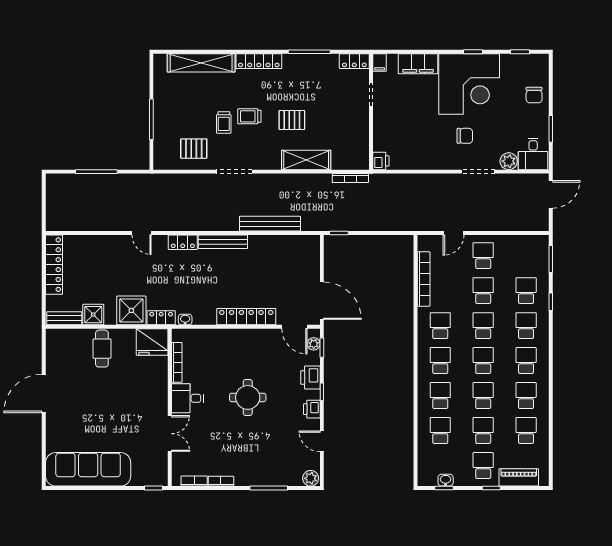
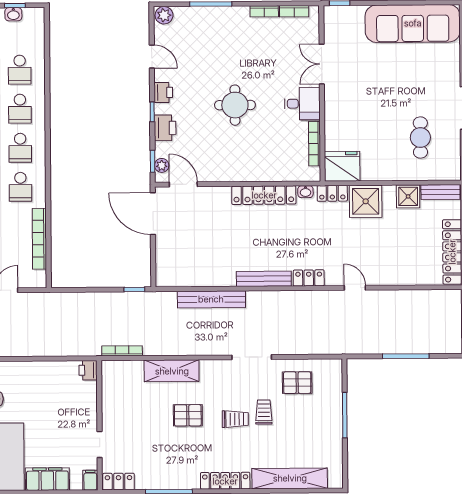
locker: (246, 317) -> (264, 195), moved
cafe table: (102, 349) -> (420, 138), moved

